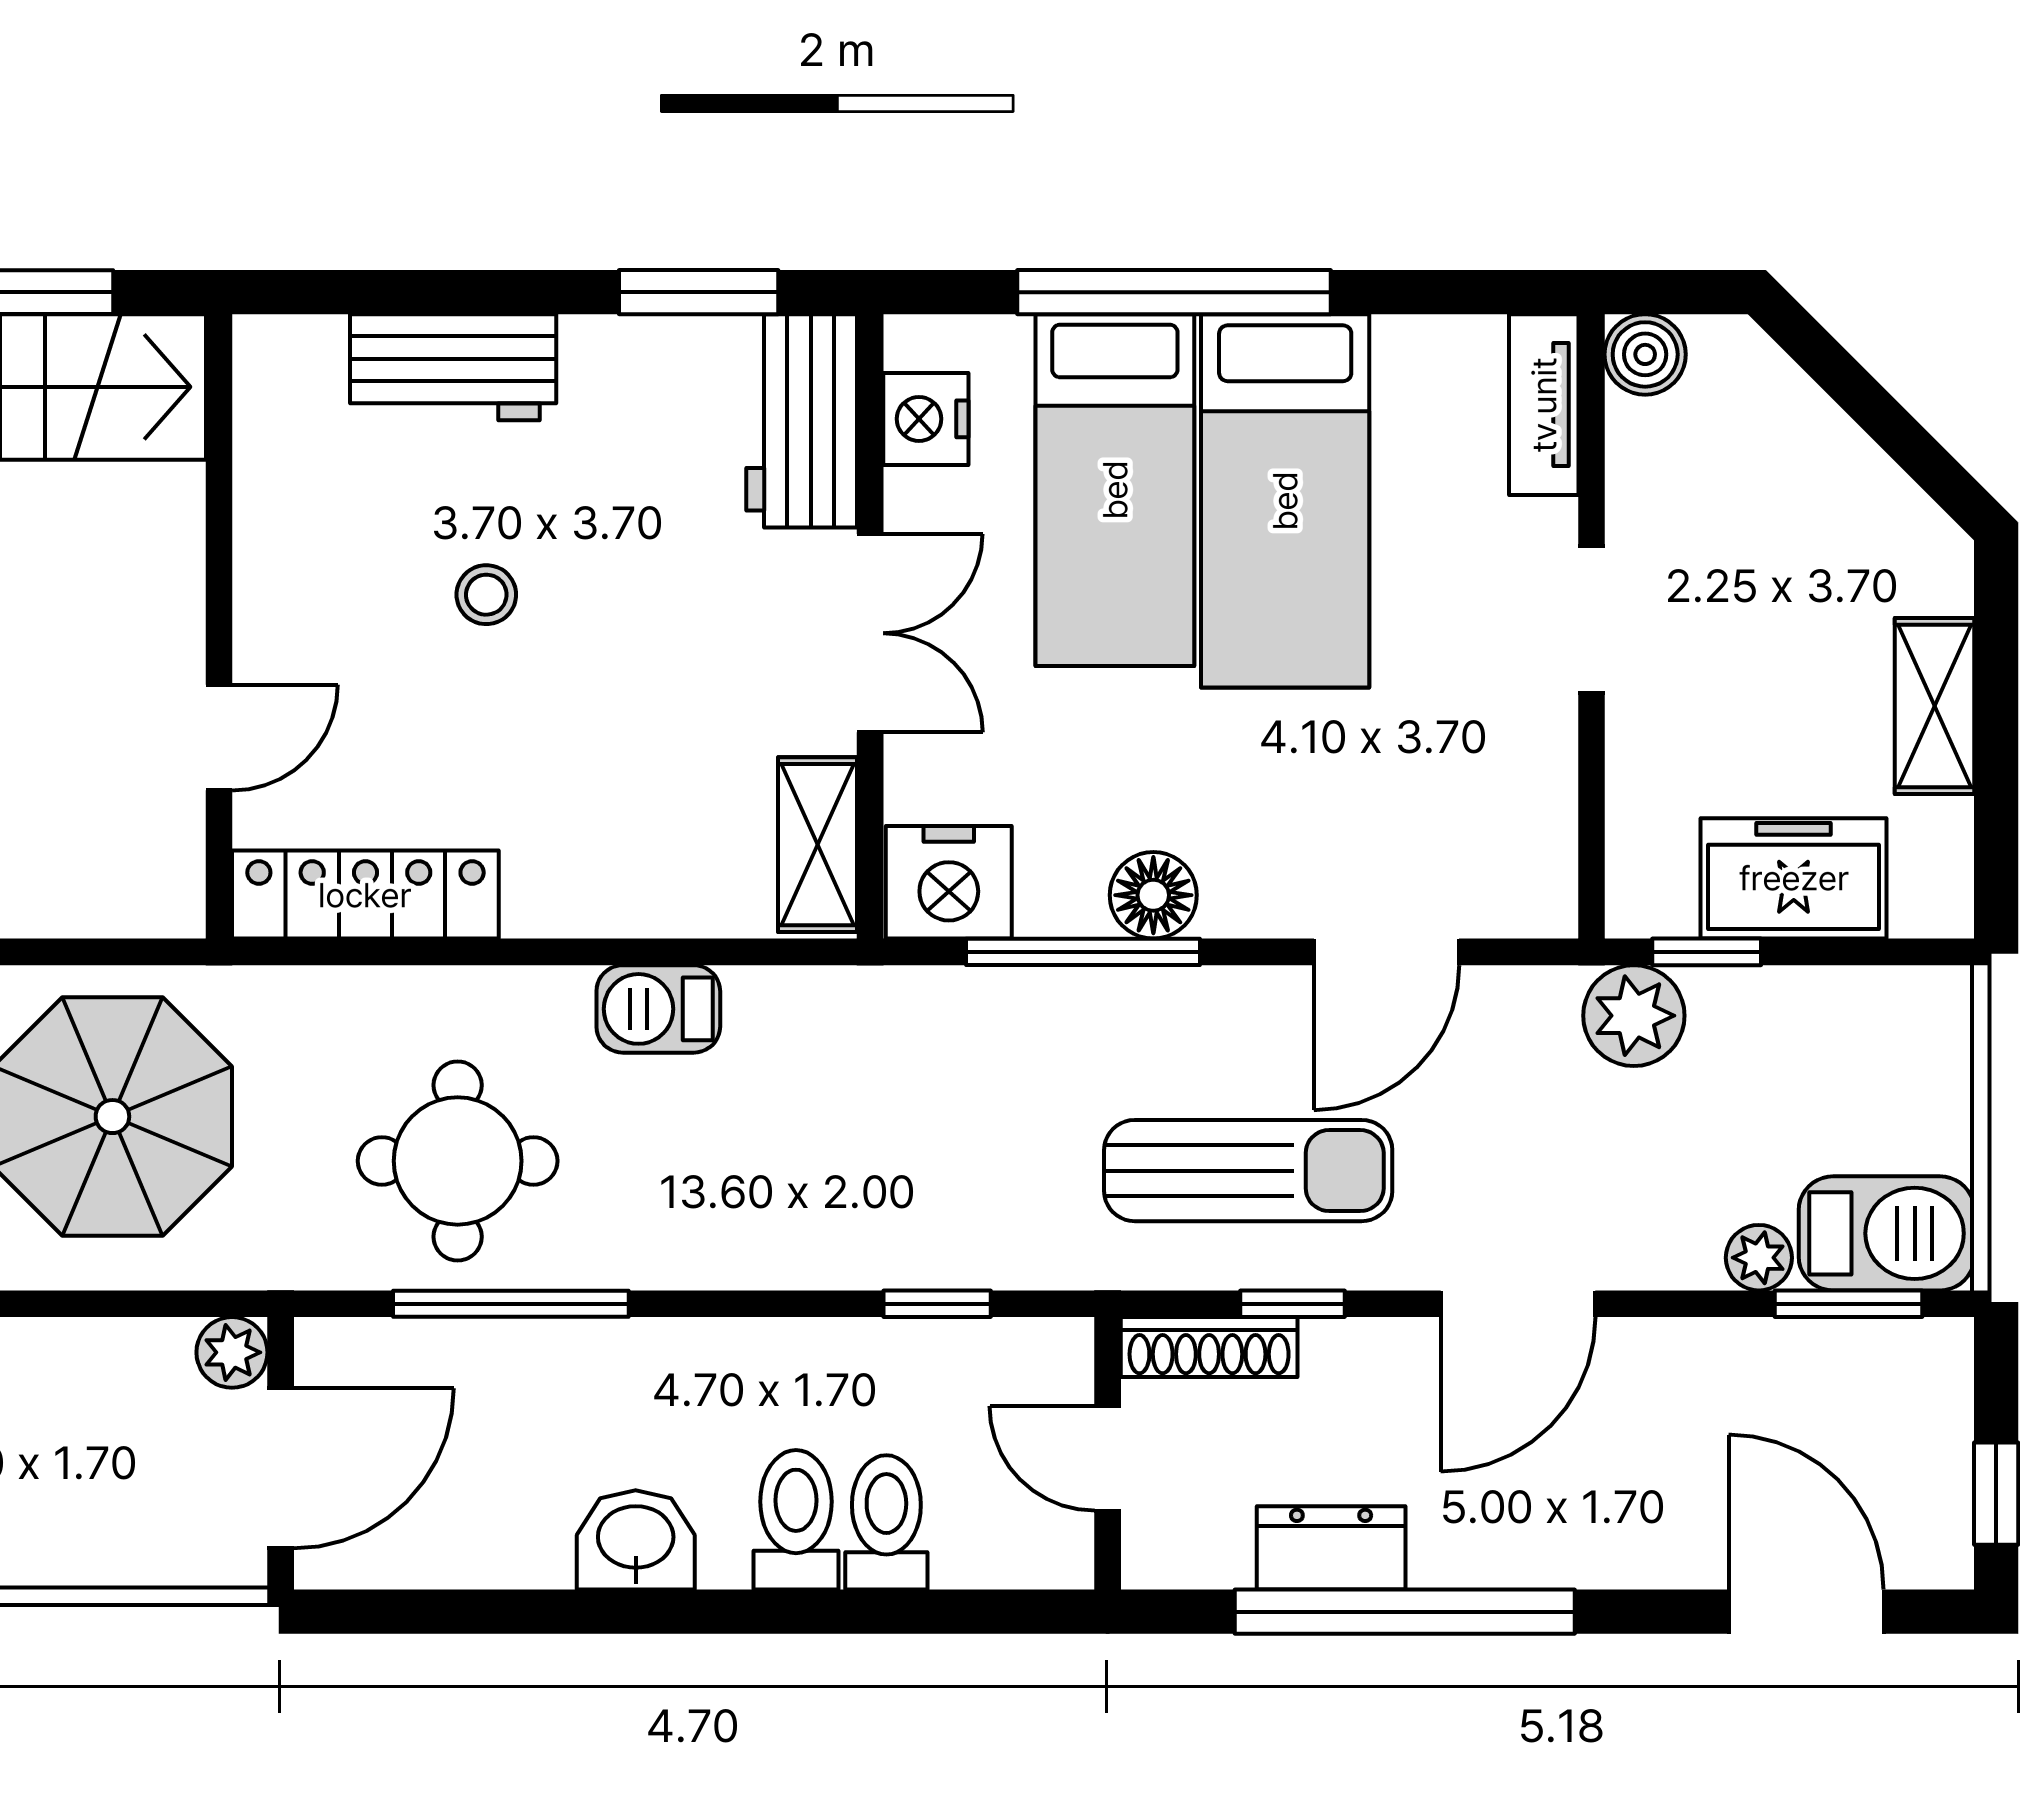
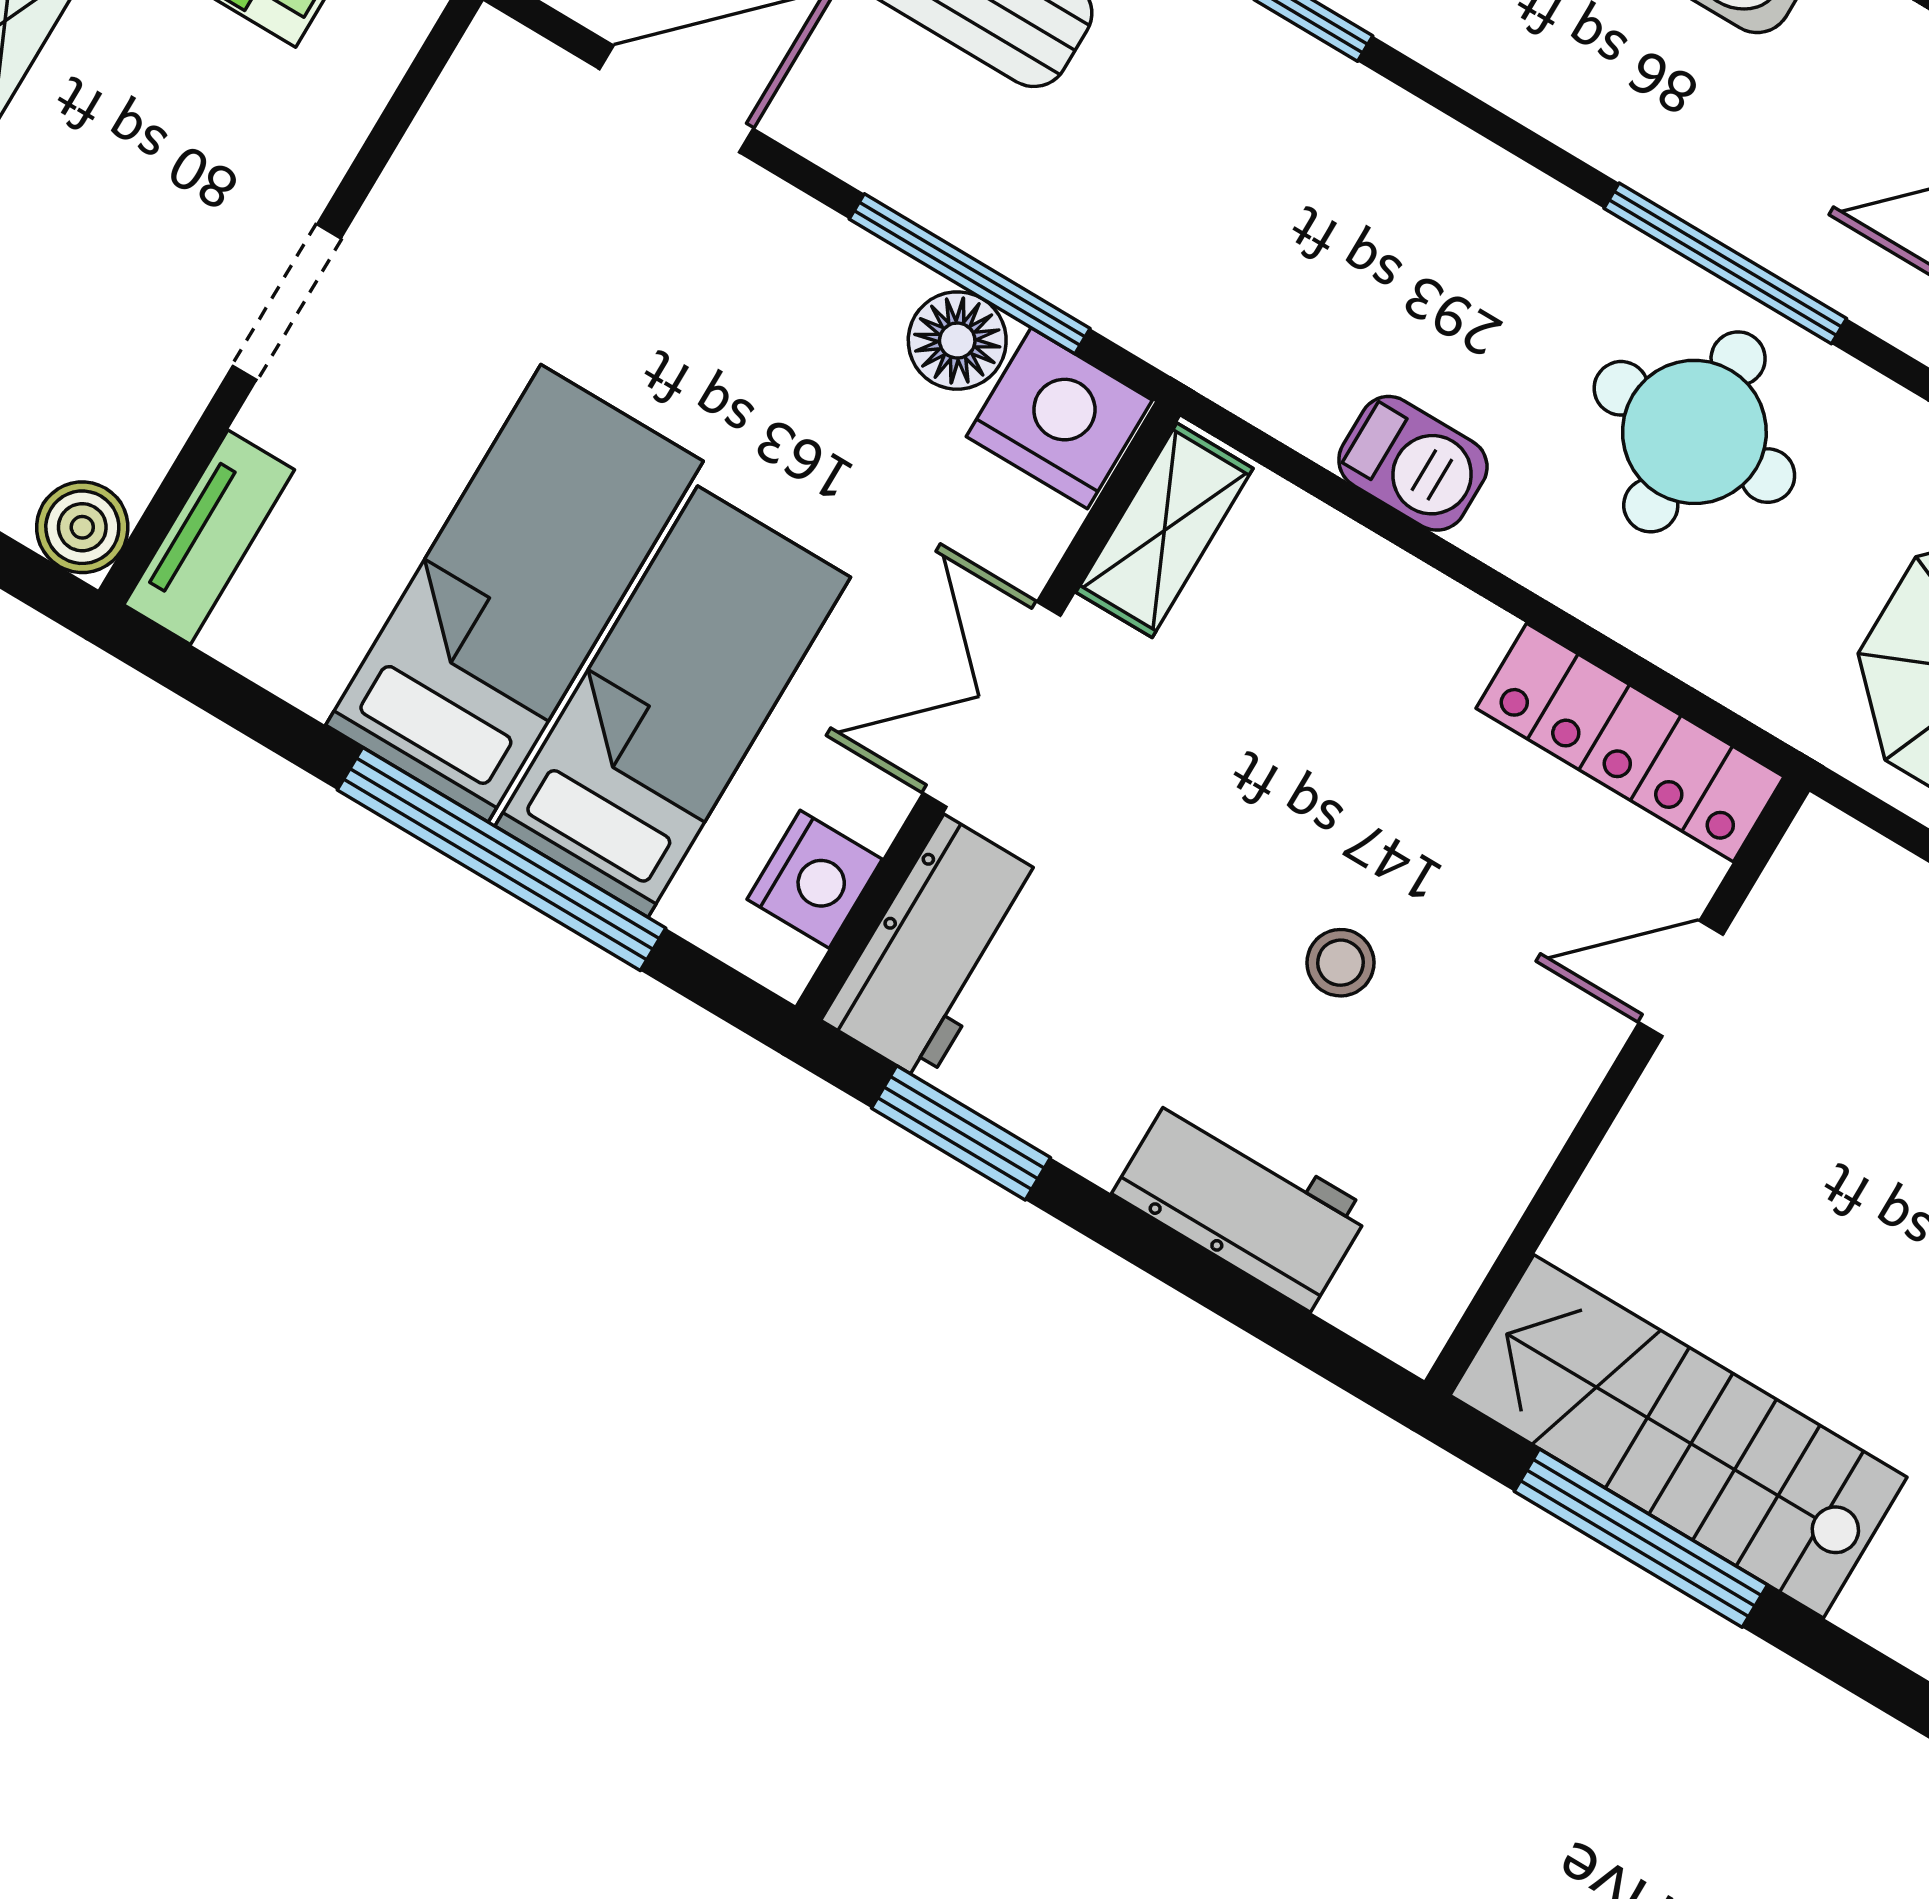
floor lamp: (1153, 895) -> (957, 341), moved

